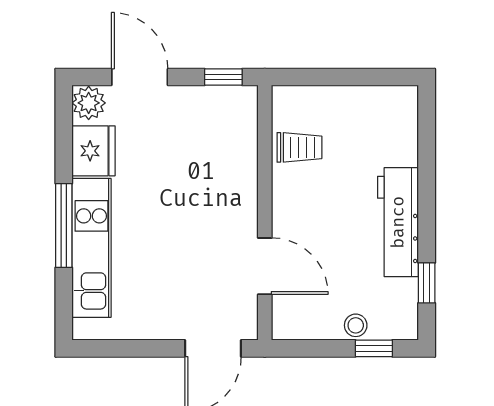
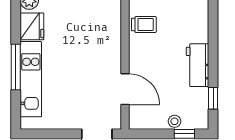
workbench: (398, 222) -> (197, 65), width x0.73

